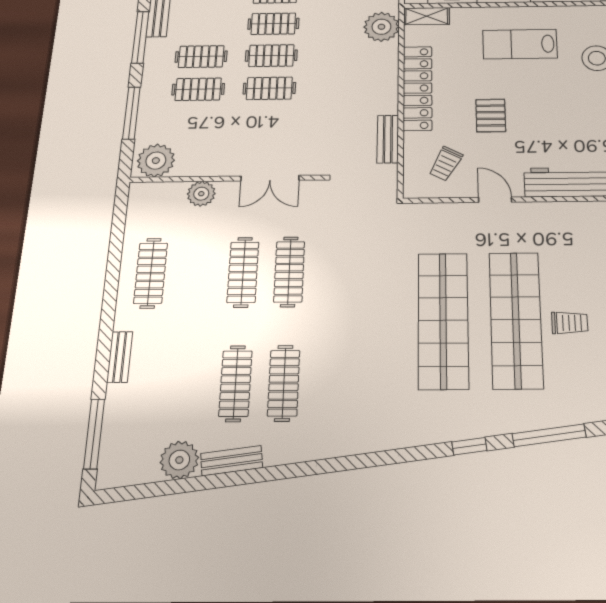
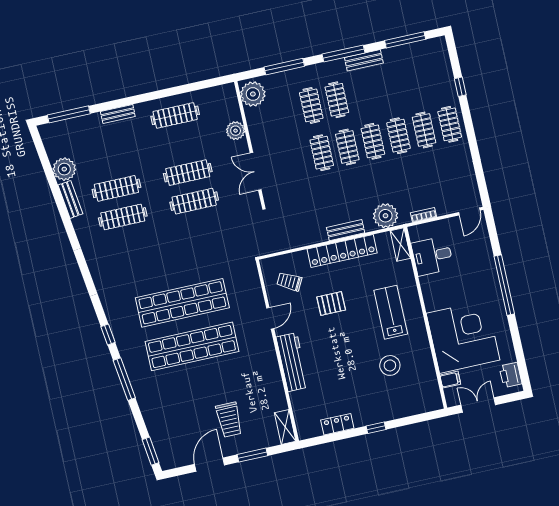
bench: (388, 139) -> (346, 230), moved
trolley: (570, 323) -> (197, 379), removed

